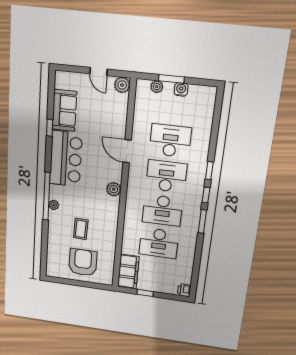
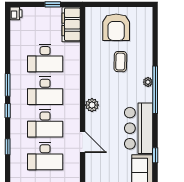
window: (209, 171) -> (8, 147), moved
desk: (162, 210) -> (45, 91), turned 180
desk: (159, 243) -> (45, 58), turned 180

